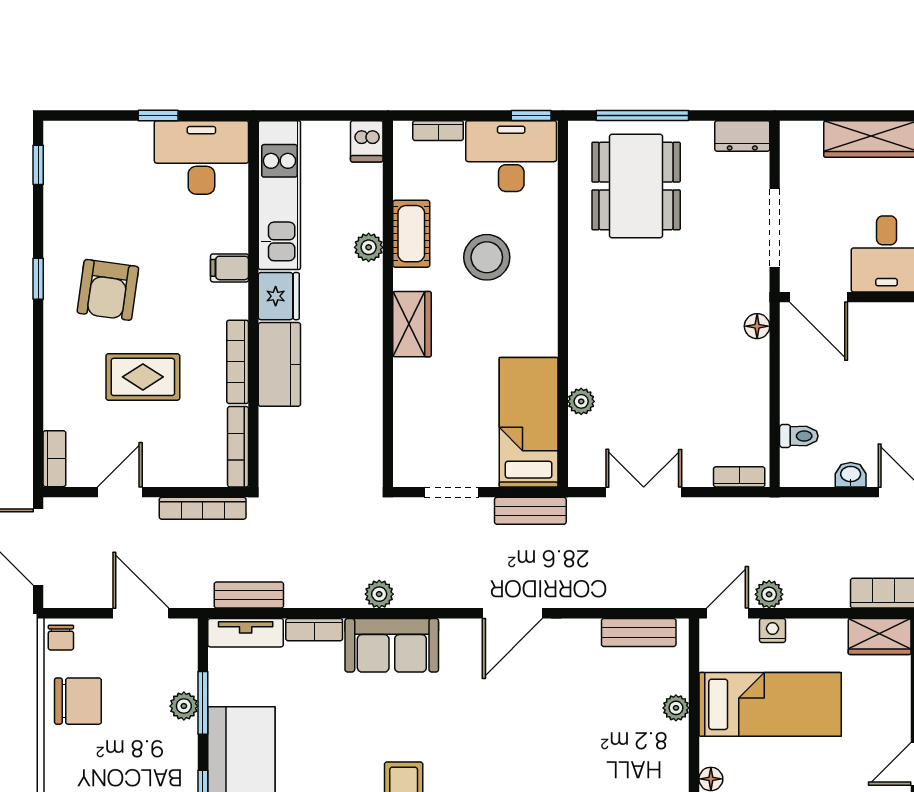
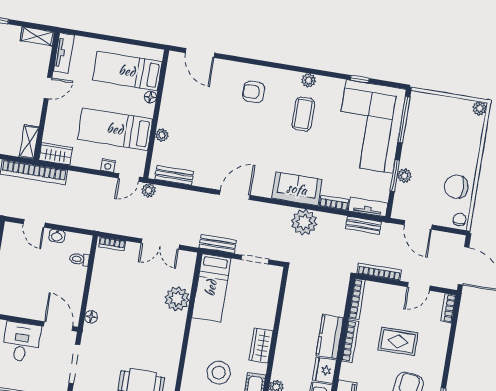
plant: (581, 401) -> (177, 299), width x1.87, depth x1.87
plant: (379, 594) -> (304, 222), width x1.88, depth x1.88
plant: (769, 594) -> (149, 190), moved

